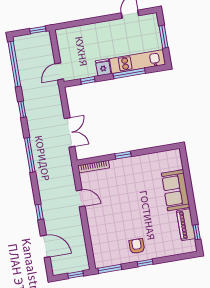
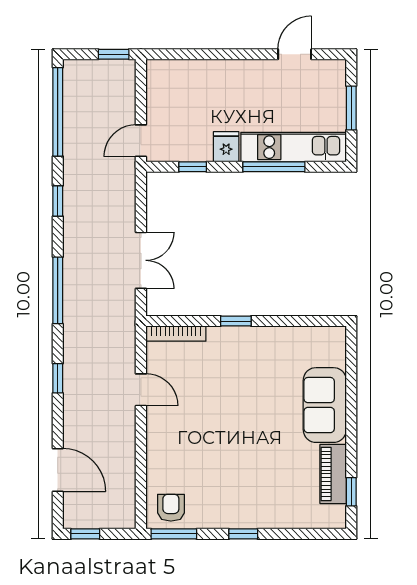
window: (39, 212) -> (58, 378), moved
armchair: (137, 246) -> (171, 508), moved
window: (76, 275) -> (85, 534), moved

